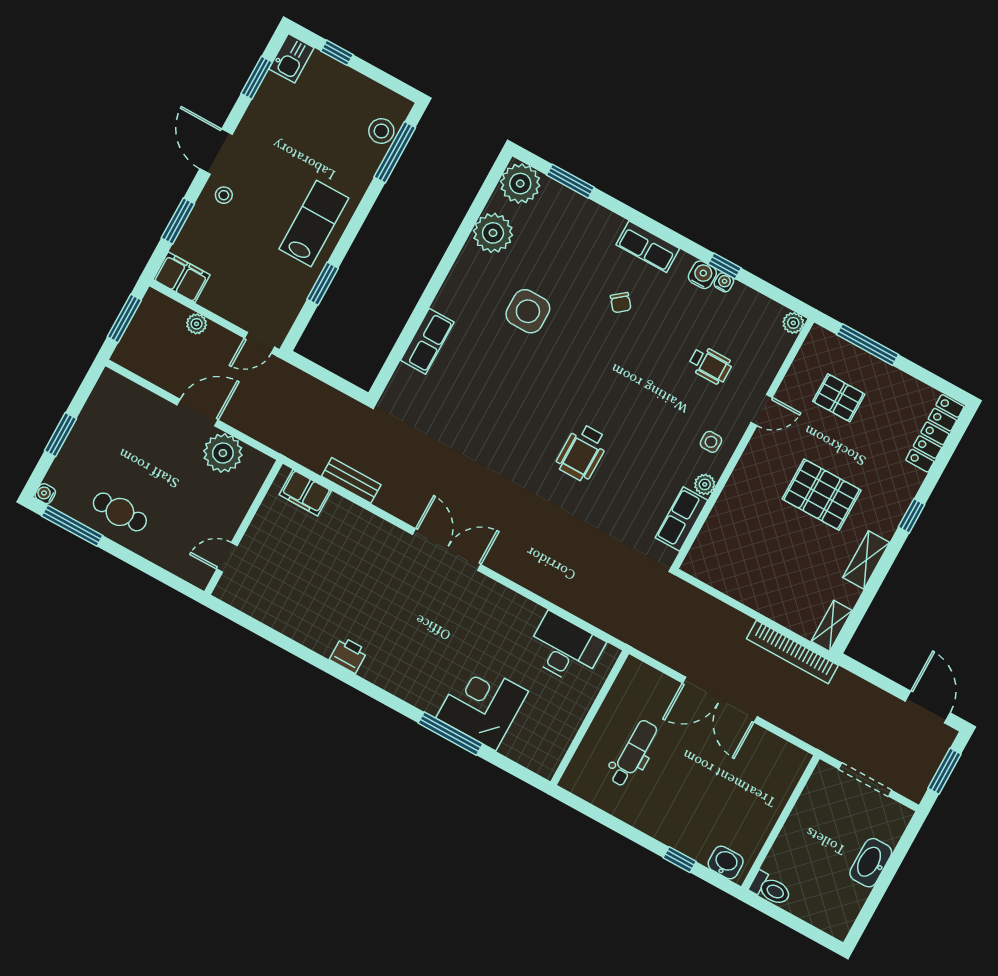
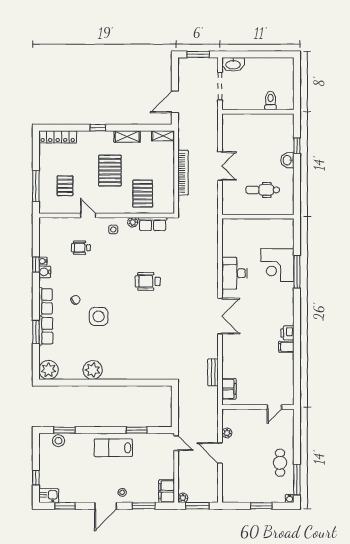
window: (395, 152) -> (64, 430), width x0.69
window: (570, 181) -> (36, 332), moved
plant: (493, 233) -> (93, 370), moved
side table: (528, 311) -> (99, 316), moved
plant: (793, 323) -> (44, 222), removed
plant: (197, 324) -> (183, 498), moved
row of seats: (427, 341) -> (46, 331), moved, turned 90
wheelchair: (710, 365) -> (81, 248), turned -90
plant: (223, 453) -> (227, 433), width x0.53, depth x0.53
wheelchair: (582, 453) -> (148, 281), turned 180
pallet: (747, 531) -> (143, 194), added
double door: (447, 549) -> (220, 316), swing flipped
door: (227, 557) -> (274, 407), hinge flipped
filing cabinet: (325, 639) -> (286, 347), added
desk: (565, 649) -> (235, 273), moved
bookcase: (792, 652) -> (183, 173), moved
double door: (720, 700) -> (220, 166), width x0.73
door: (928, 707) -> (175, 102), moved
washbasin: (726, 863) -> (287, 160), moved
washbasin: (871, 863) -> (233, 64), moved
toilet: (770, 889) -> (271, 101), moved

